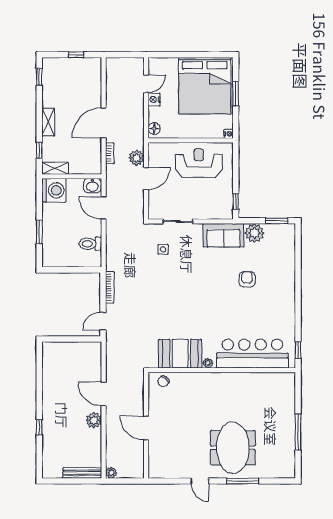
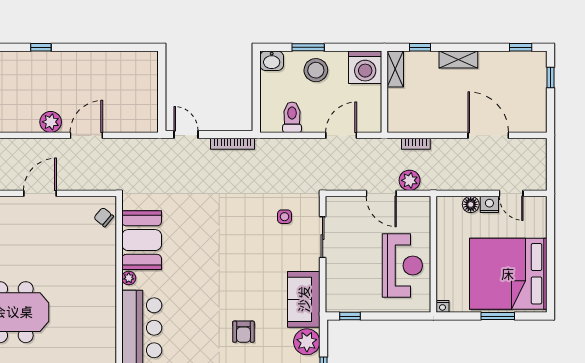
window: (76, 55) -> (551, 77), moved
door: (104, 123) -> (488, 135), moved
floor lamp: (154, 129) -> (471, 204), moved
washbasin: (92, 186) -> (272, 61), moved, turned -90
stool: (56, 226) -> (316, 70), added
armchair: (247, 279) -> (243, 332), turned 90

